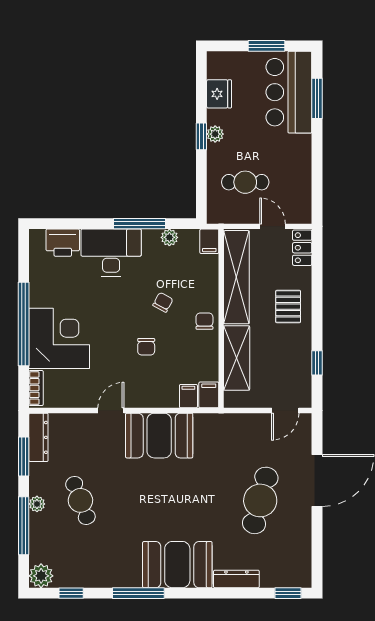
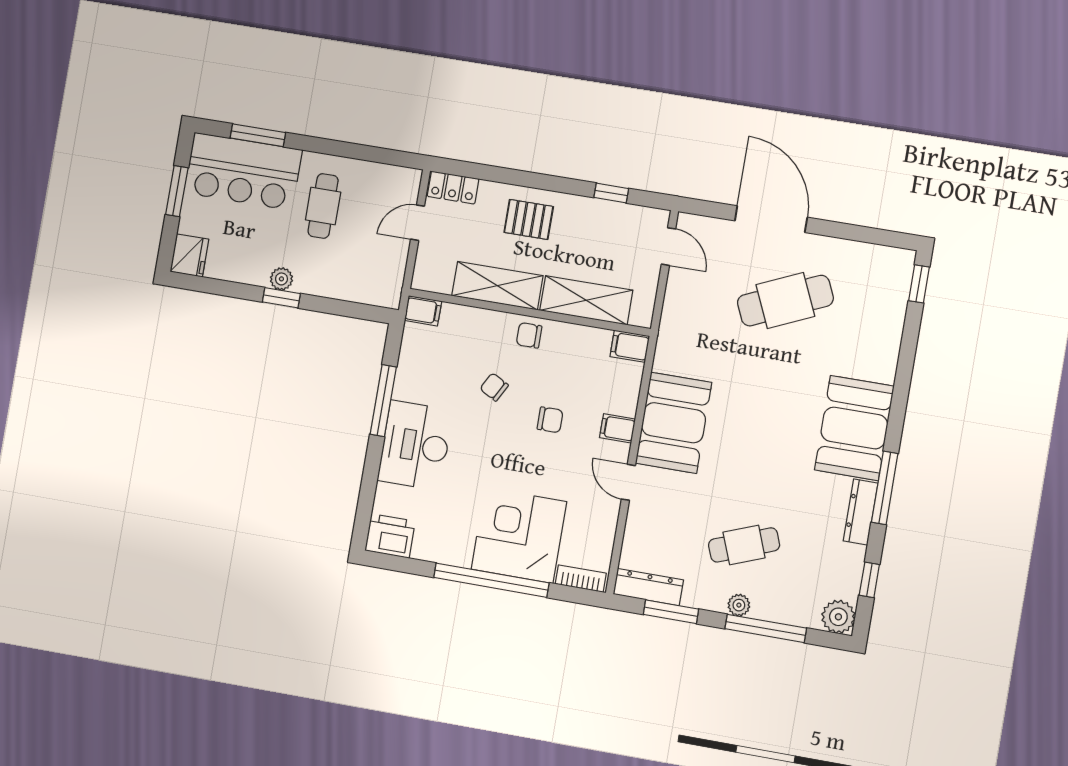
fridge: (219, 94) -> (189, 255), moved, turned 90
cafe table: (245, 182) -> (323, 206), moved
plant: (169, 237) -> (409, 363), removed
printer: (63, 243) -> (390, 536), moved, turned -90
shelving: (236, 277) -> (497, 286), width x0.68
filing cabinet: (188, 396) -> (618, 428), moved
cafe table: (260, 500) -> (785, 301), turned -39
dresser: (236, 579) -> (861, 512), moved

